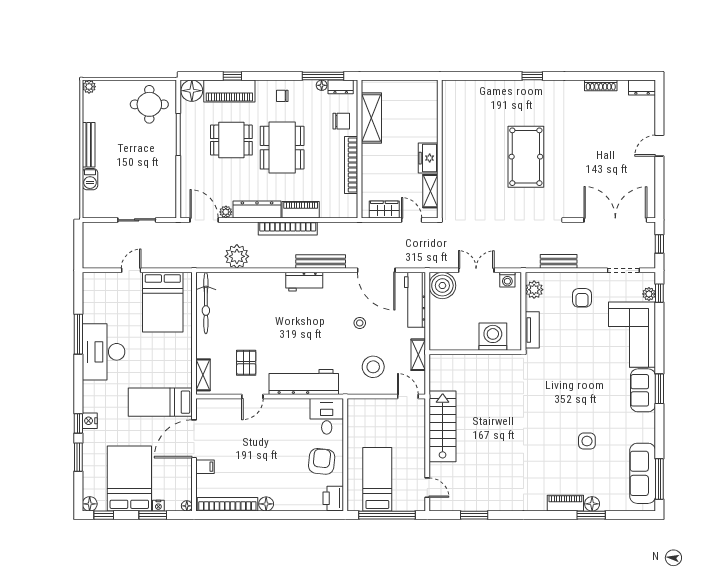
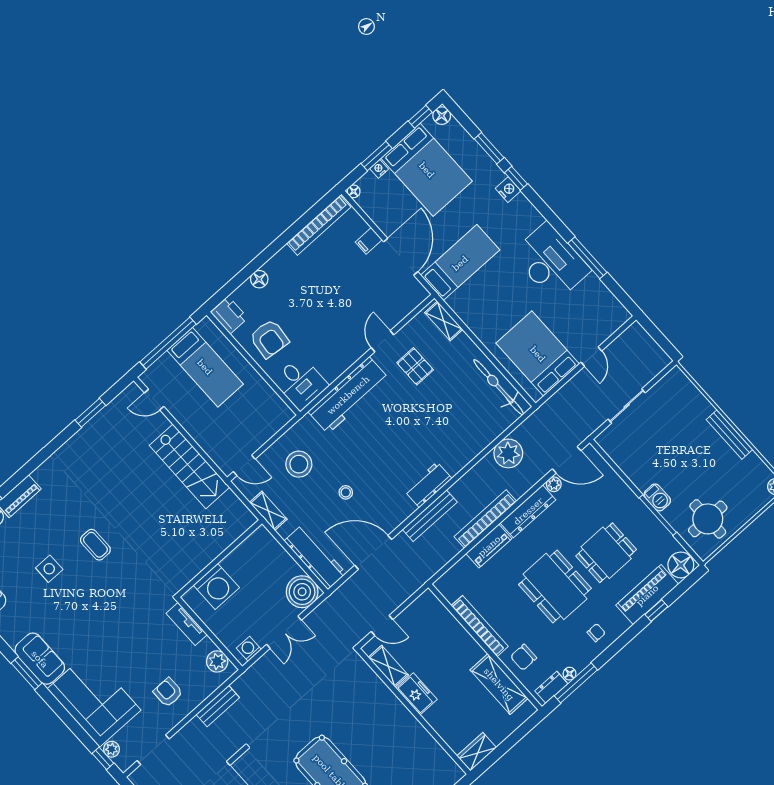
barbecue: (90, 179) -> (657, 497), moved, turned 180
wardrobe: (384, 209) -> (477, 752), moved, turned 180
coffee table: (545, 430) -> (95, 545), added
floor lamp: (266, 504) -> (259, 279), moved

